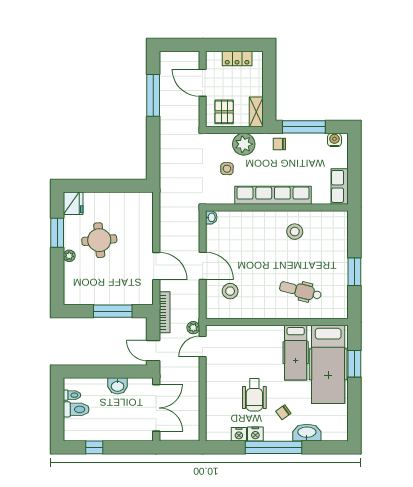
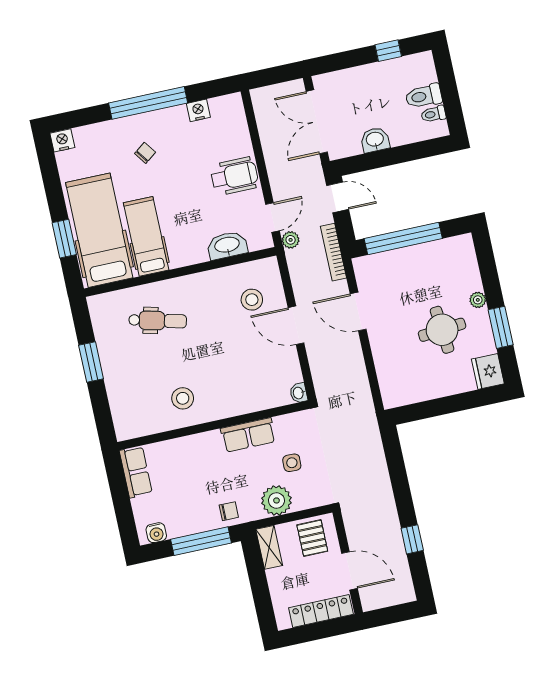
locker: (237, 59) -> (321, 611), width x1.53
window: (153, 95) -> (412, 539), width x0.46
row of seats: (273, 195) -> (248, 435), width x0.50
window: (113, 311) -> (403, 239), width x1.46
wheelchair: (254, 395) -> (234, 176), moved, turned 90
washbasin: (307, 433) -> (227, 245), moved, turned 180
nightstand: (255, 434) -> (62, 140), moved

